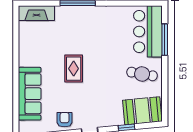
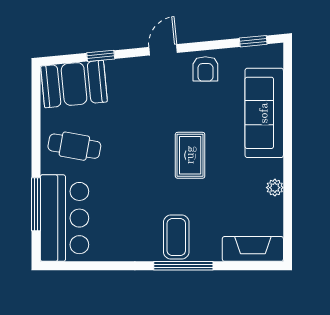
coffee table: (82, 20) -> (176, 237), added
plant: (23, 50) -> (275, 188), added

